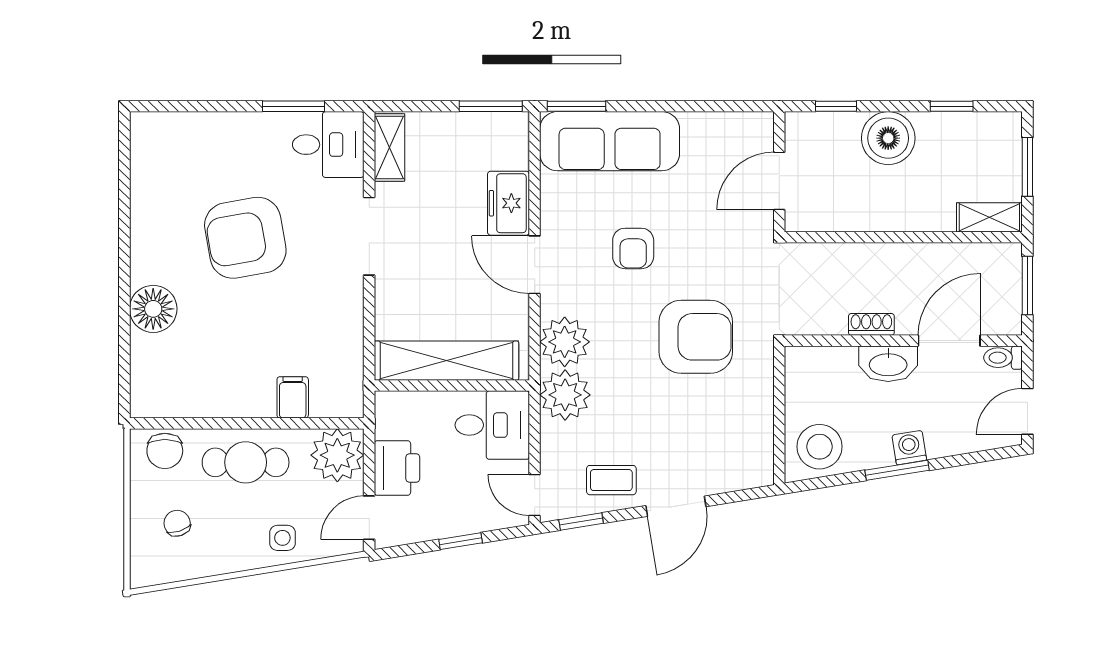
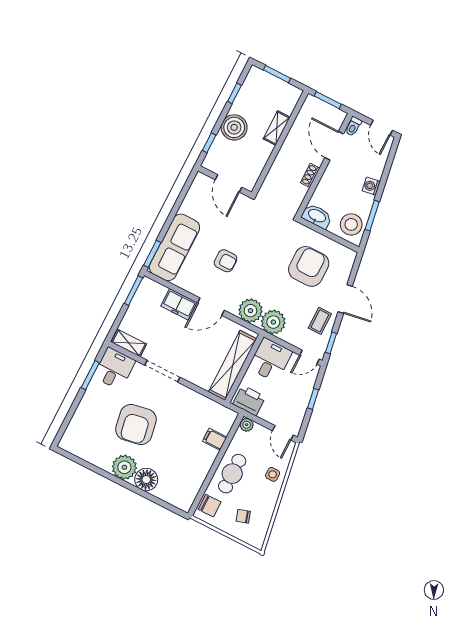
shelving: (989, 217) -> (277, 128), moved
plant: (155, 257) -> (124, 467), added
armchair: (696, 337) -> (309, 266), moved
washbasin: (888, 364) -> (317, 216), moved, turned -90
plant: (337, 455) -> (247, 425), width x0.53, depth x0.53
printer: (397, 468) -> (249, 401), moved
window: (897, 470) -> (372, 216), moved

